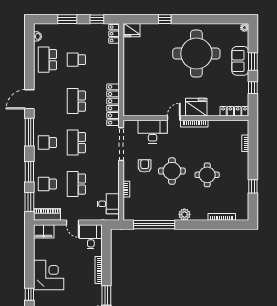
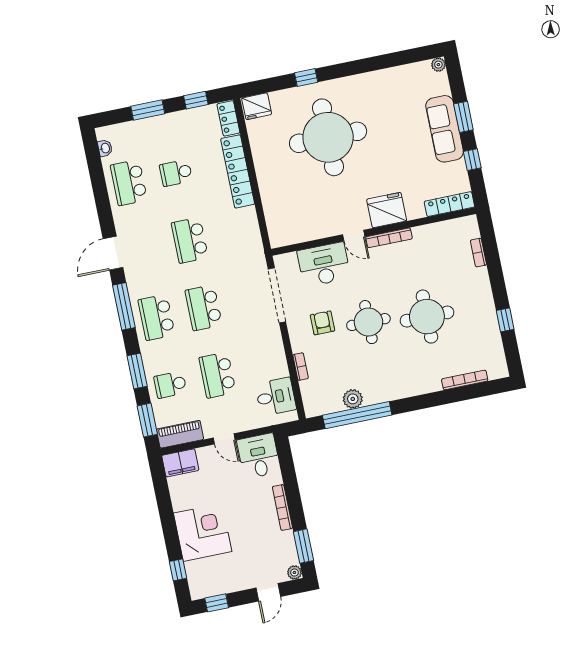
round table: (196, 54) -> (328, 137), moved
sofa: (240, 61) -> (445, 129), width x1.36
locker: (113, 105) -> (238, 171), moved
door: (174, 118) -> (354, 236), swing flipped
school desk: (47, 143) -> (156, 317), width x1.85
round table: (207, 175) -> (427, 317), width x1.36, depth x1.36
plant: (184, 215) -> (353, 399), moved

